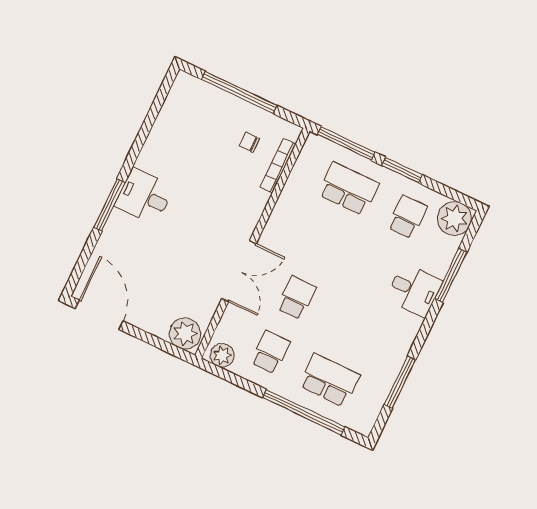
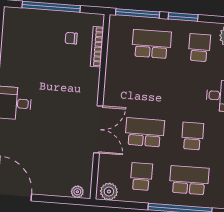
school desk: (297, 298) -> (145, 132), width x1.85
school desk: (355, 326) -> (192, 136), added
plant: (185, 334) -> (77, 192), width x0.53, depth x0.53

